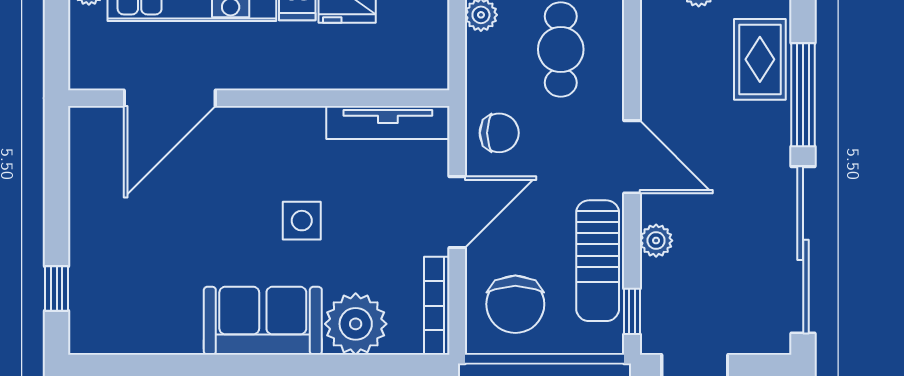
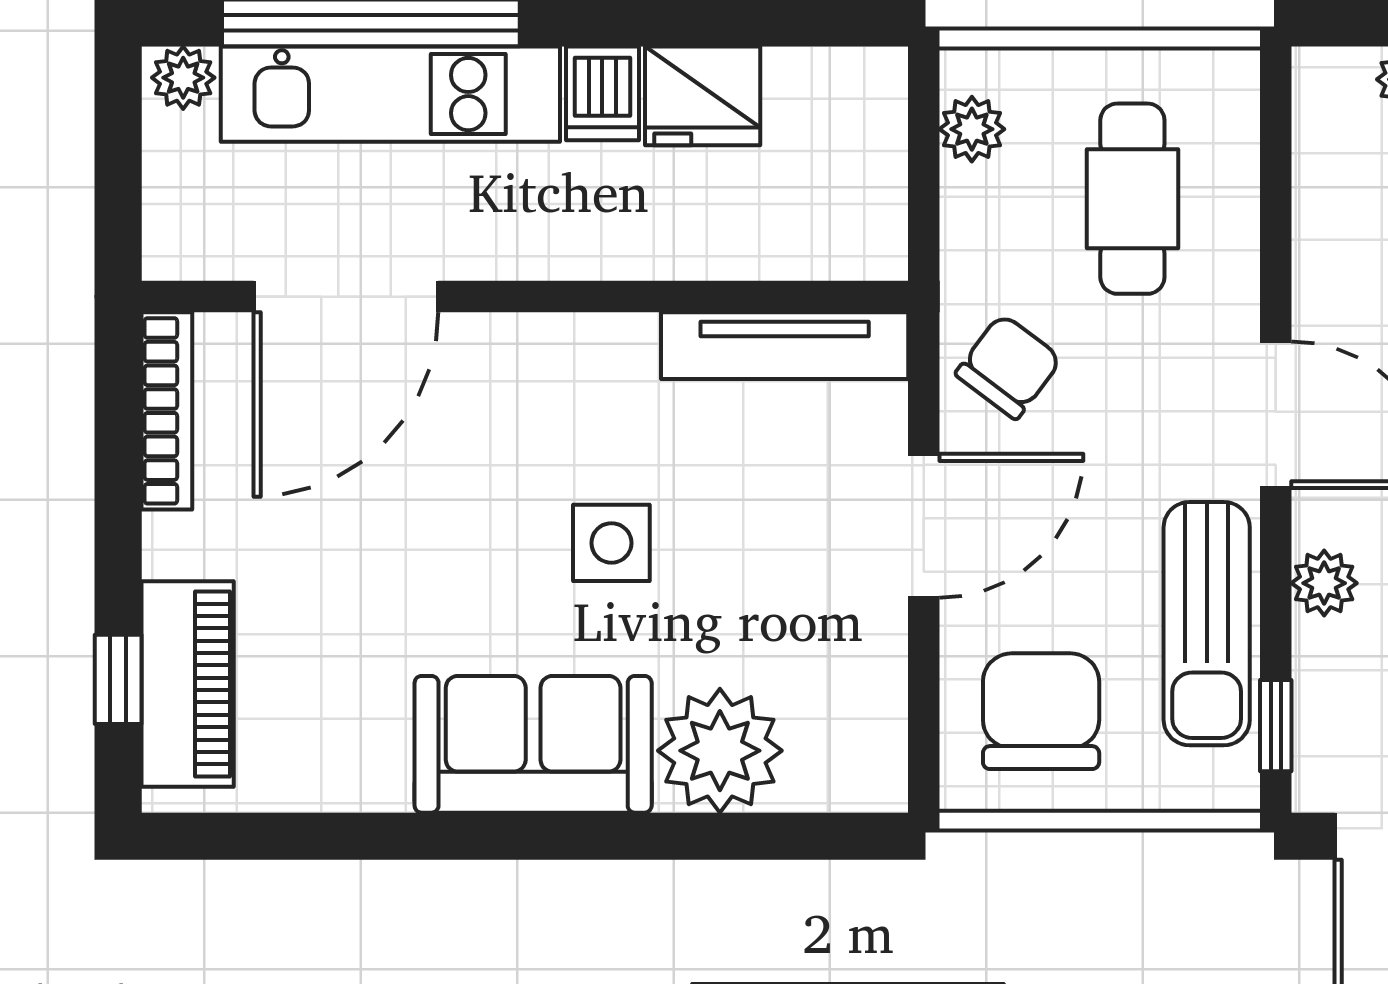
chair: (499, 133) -> (1009, 366), turned -53
piano: (91, 291) -> (188, 684), added
chair: (515, 304) -> (1041, 711), turned 180
bookcase: (437, 306) -> (167, 411), moved, turned 180

